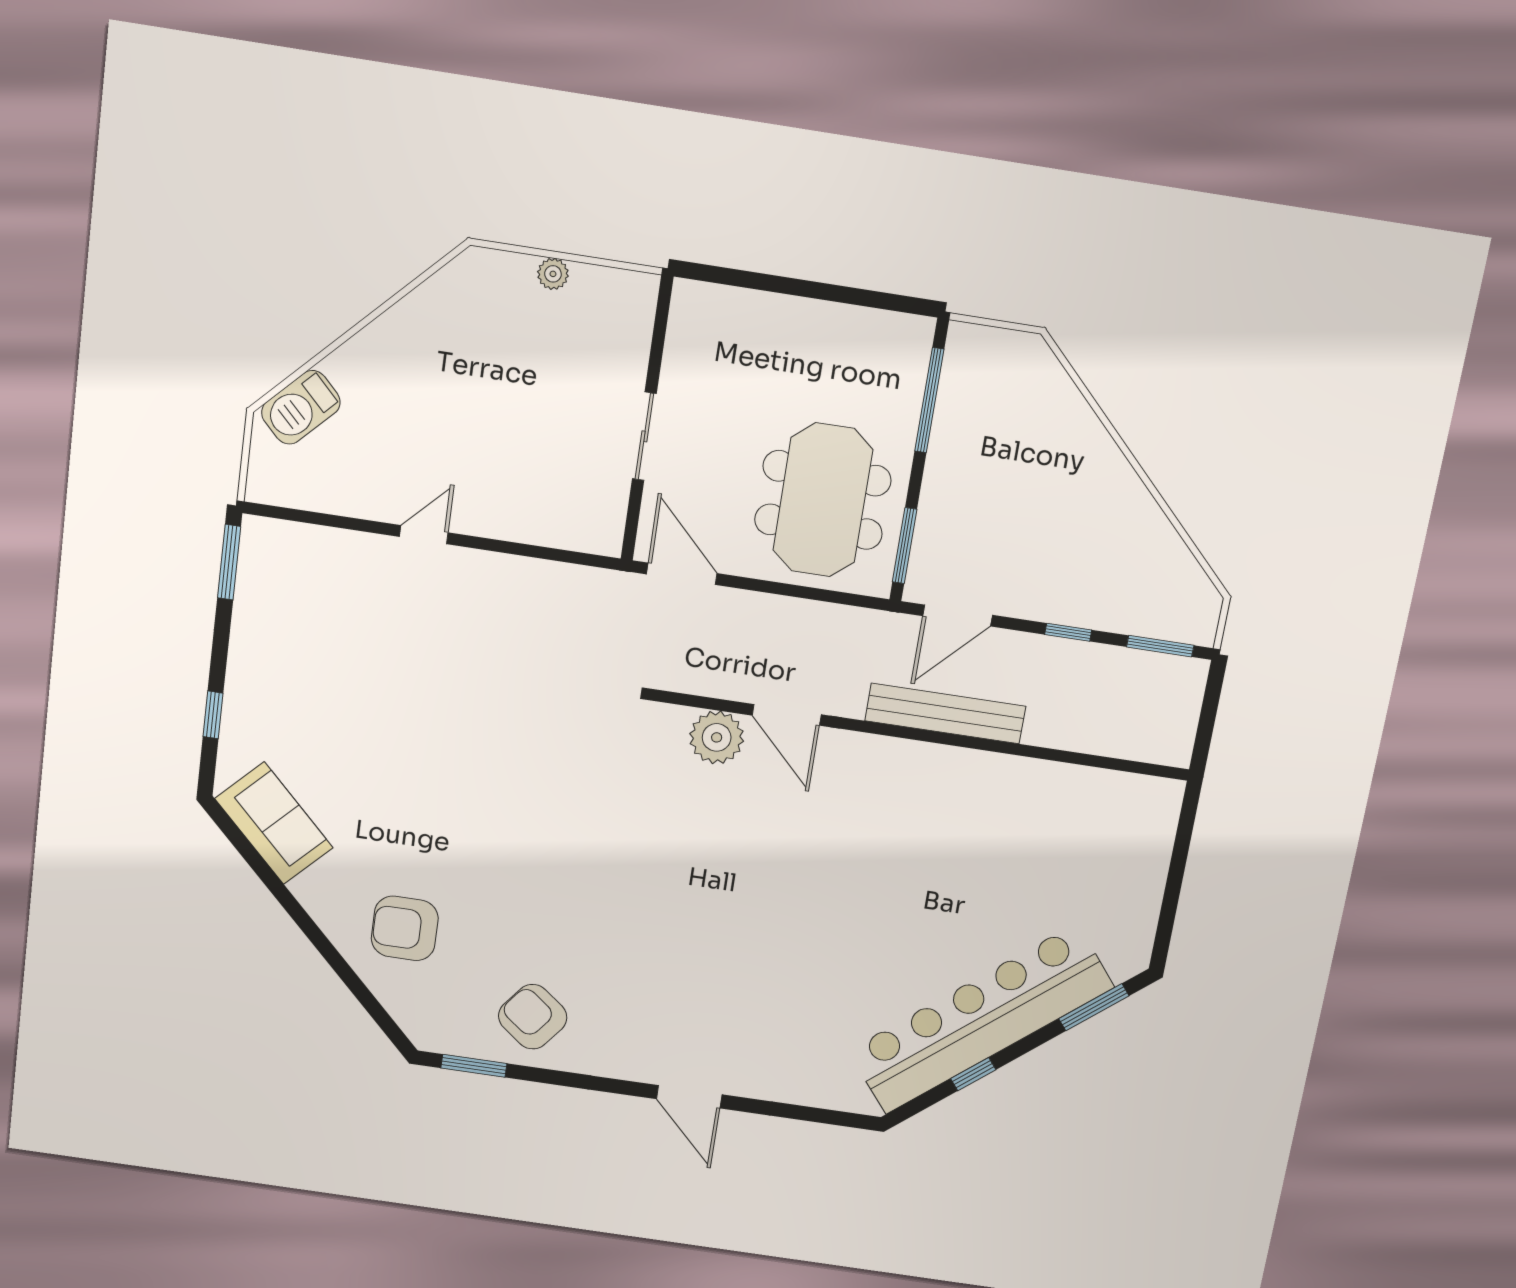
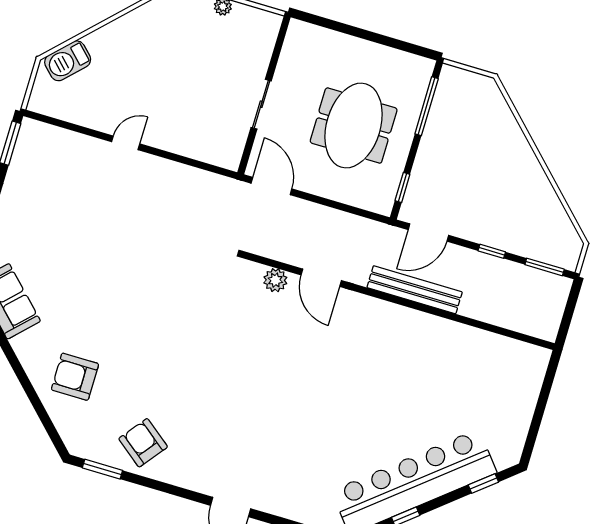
meeting table: (823, 500) -> (354, 126), moved
window: (905, 546) -> (402, 187), width x0.67
plant: (717, 737) -> (275, 280), width x0.73, depth x0.73
window: (1094, 1007) -> (483, 484), width x0.67

